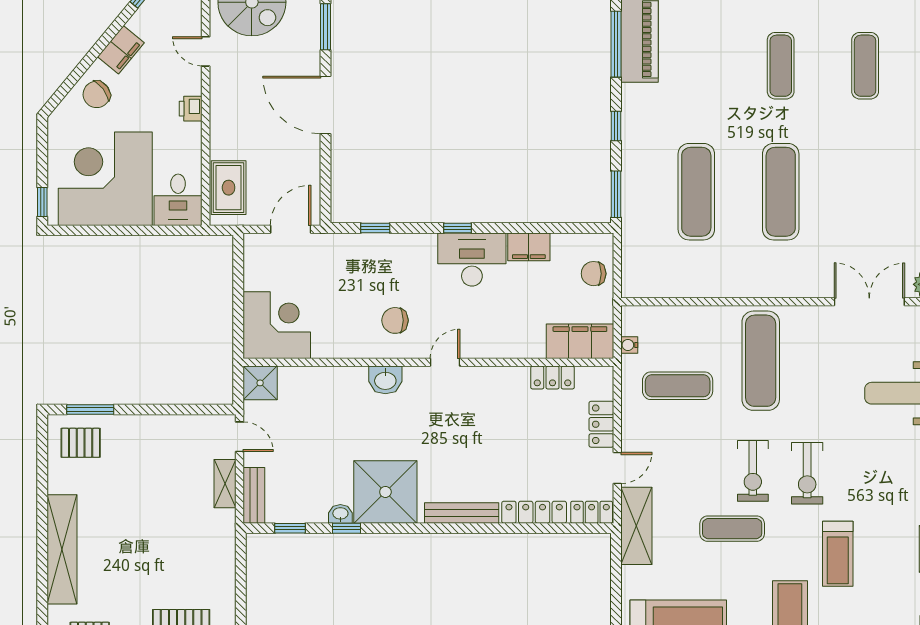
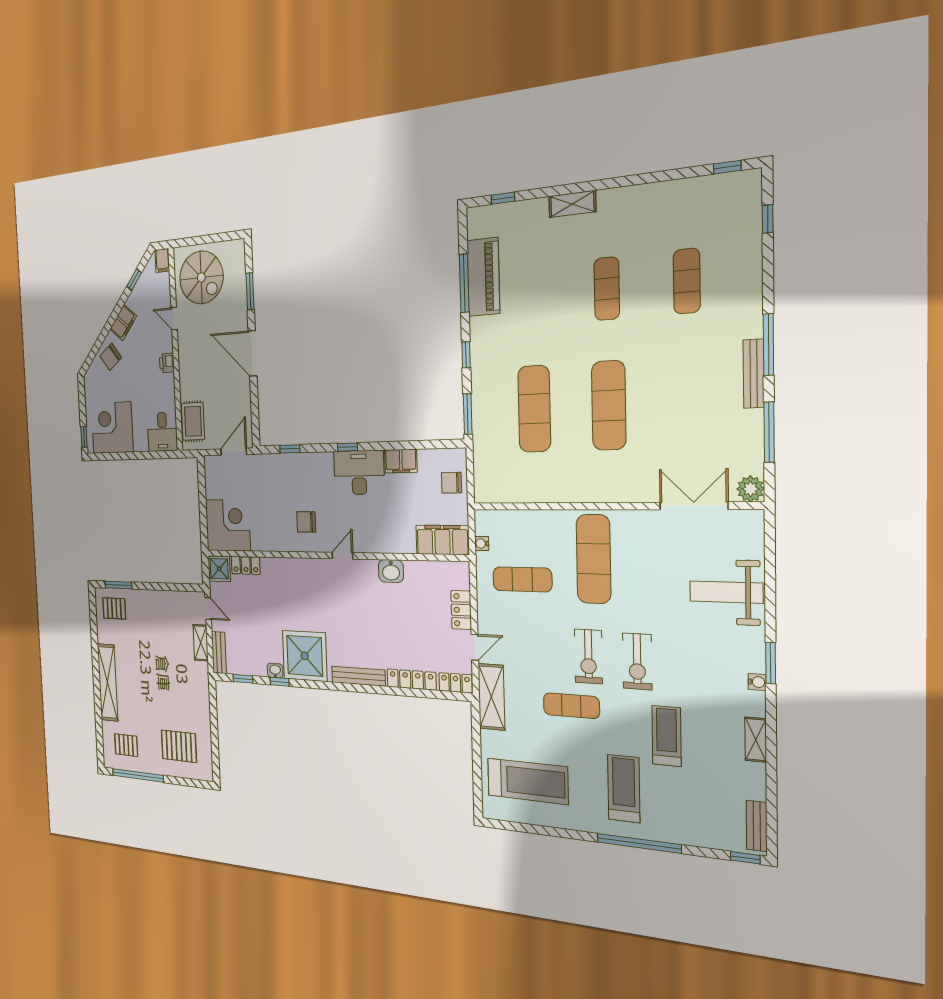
corner desk: (105, 179) -> (112, 428), width x0.74, depth x0.74
locker: (553, 378) -> (246, 565), moved
washbasin: (385, 380) -> (391, 571), moved
treadmill: (838, 554) -> (667, 736), turned 180

